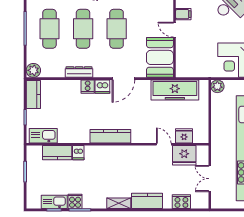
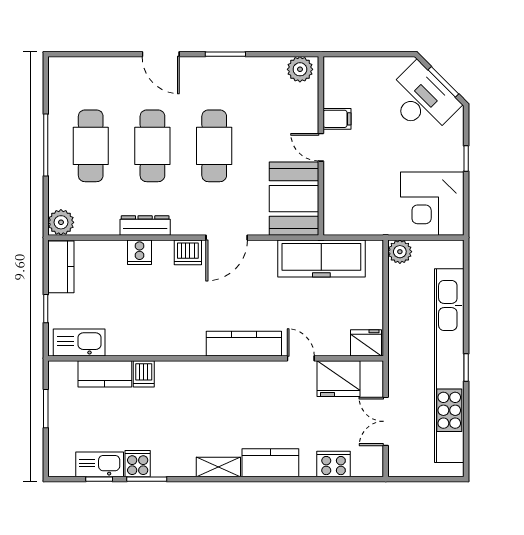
cooker: (88, 87) -> (140, 252), moved
kitchen counter: (110, 136) -> (244, 344), moved
fridge: (184, 136) -> (366, 343), moved

